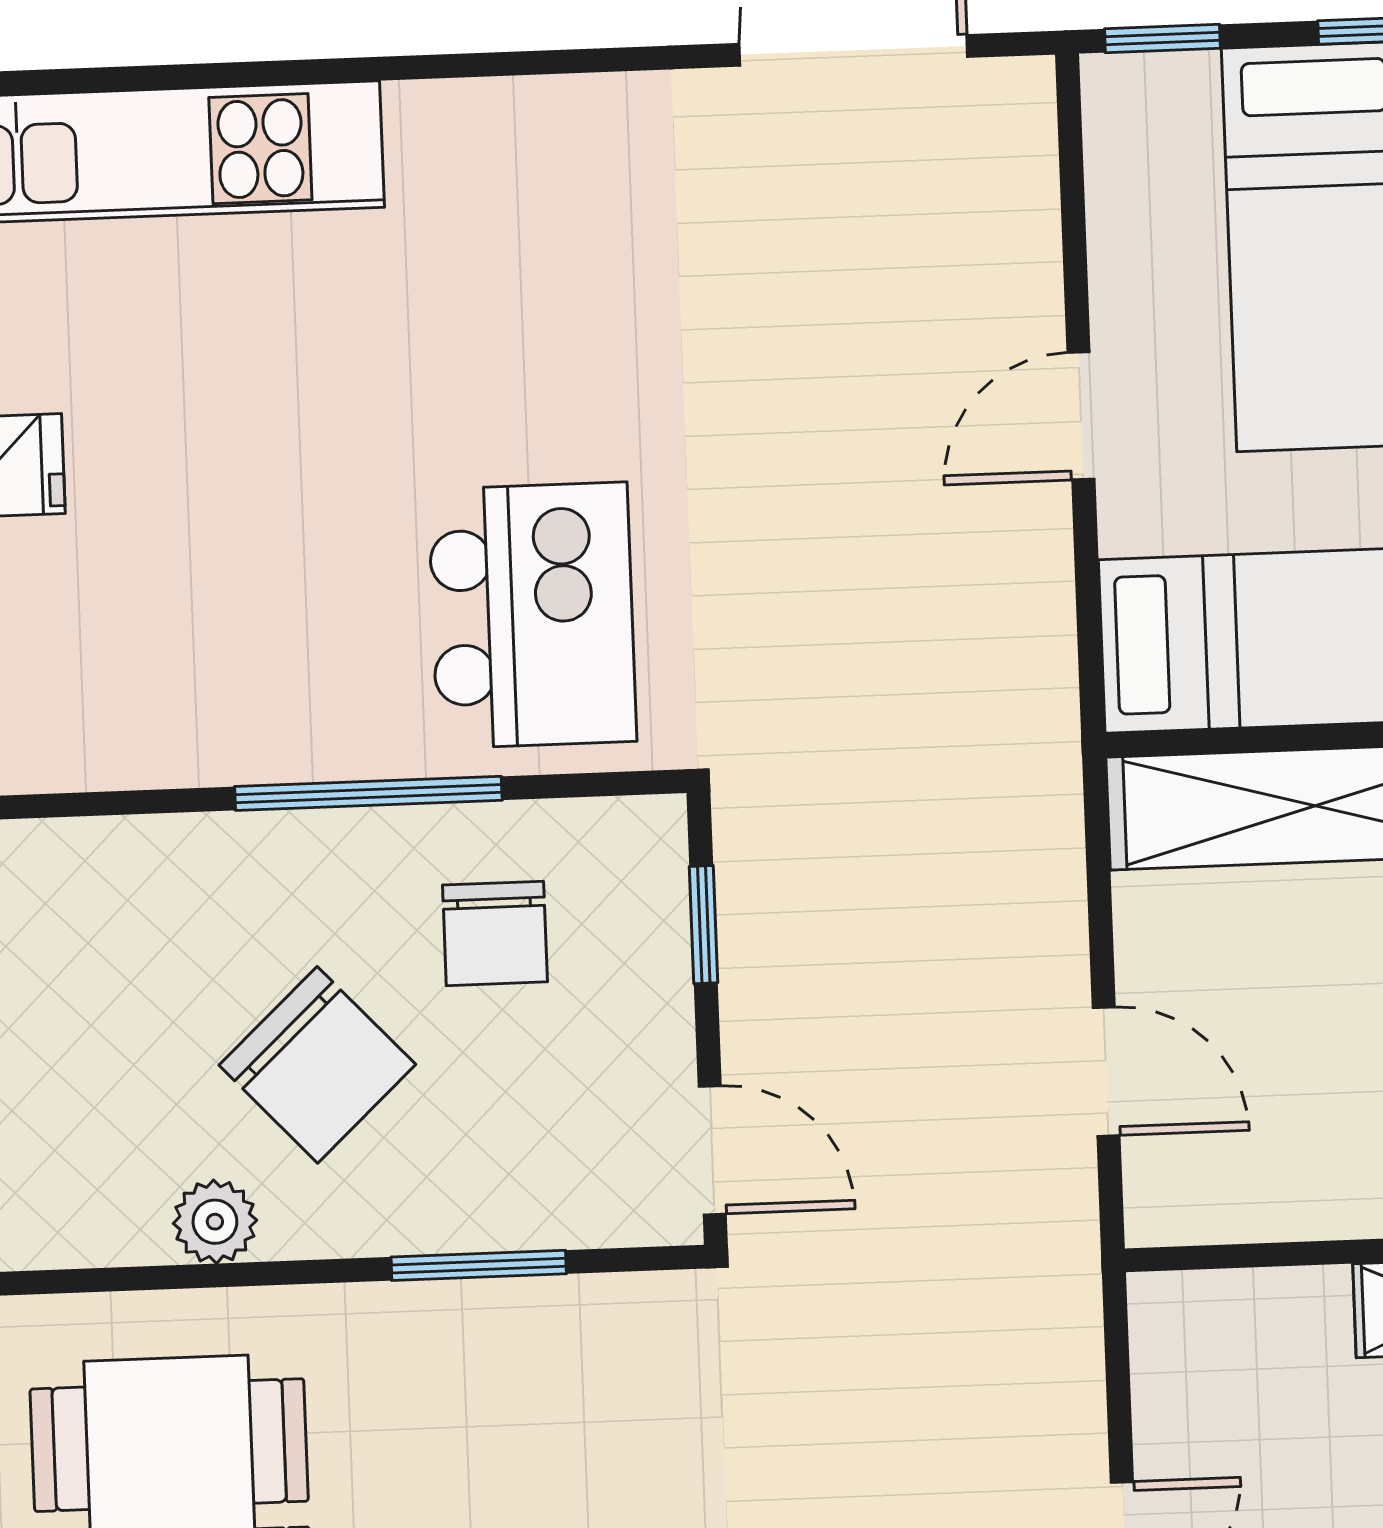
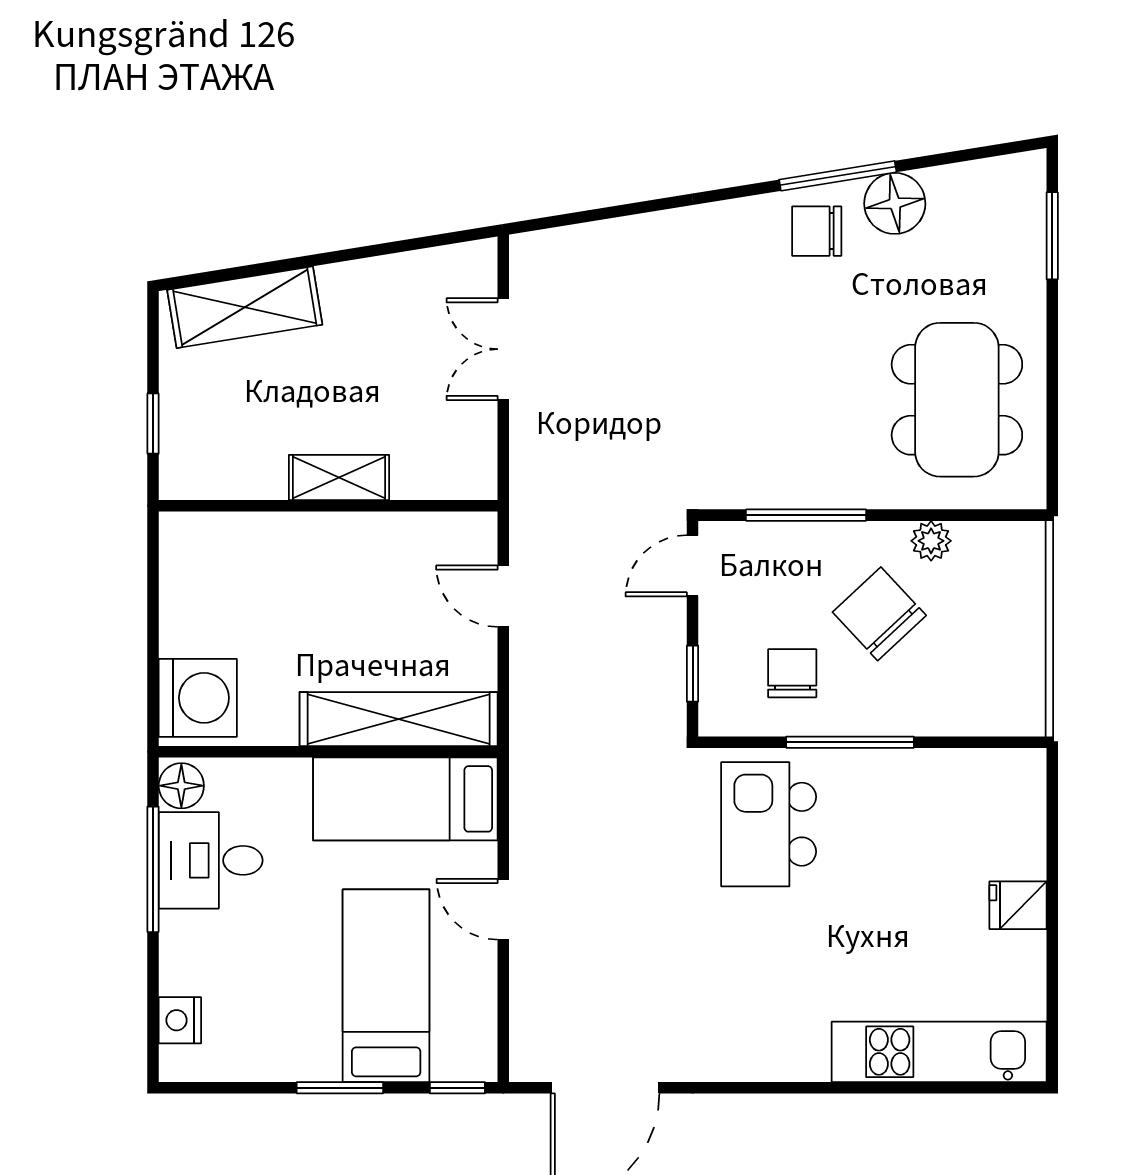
door: (1081, 416) -> (503, 909), swing flipped
door: (712, 1150) -> (693, 566), hinge flipped
window: (479, 1265) -> (806, 515), width x1.44

